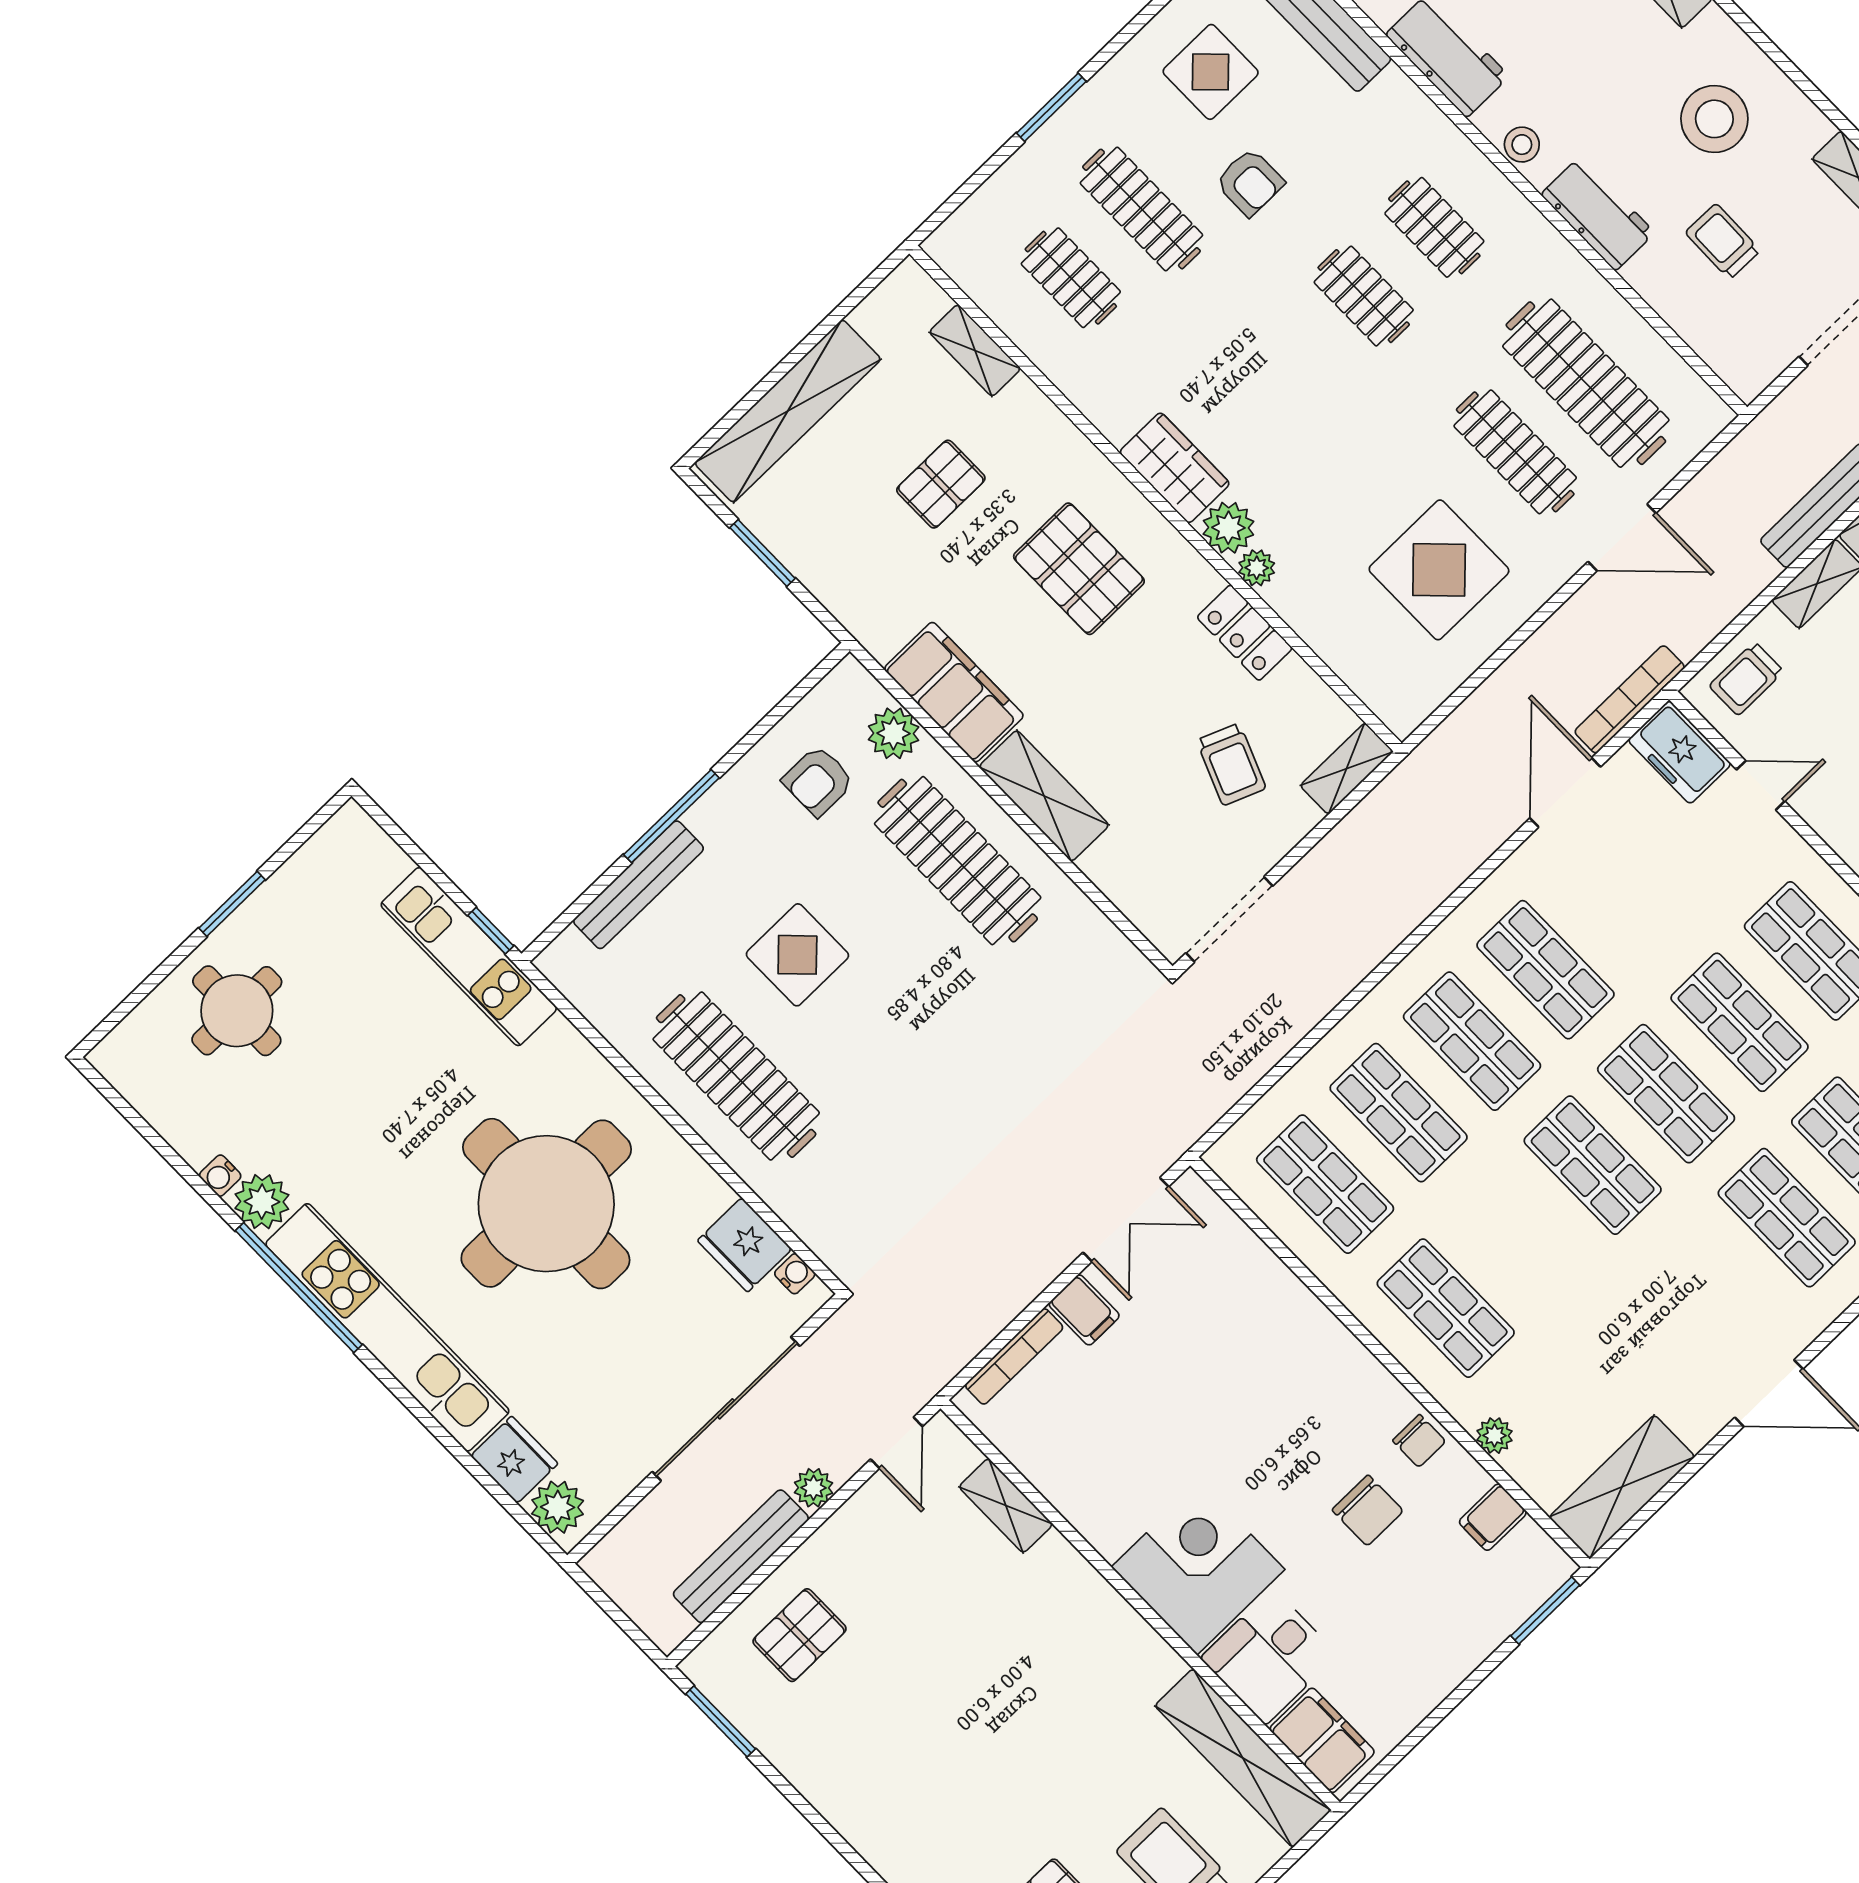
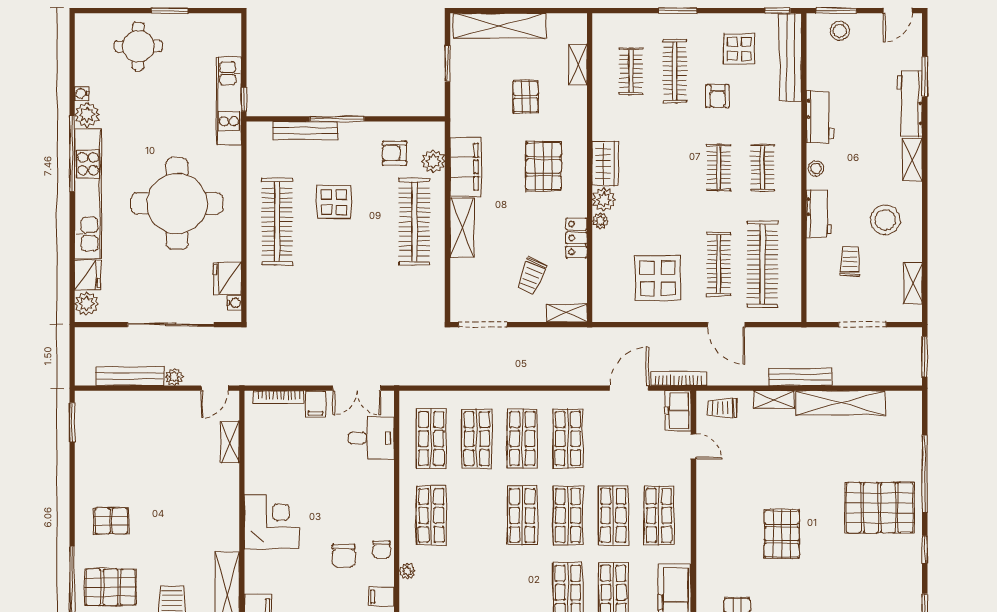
pallet: (941, 484) -> (526, 97), turned 90
pallet: (800, 1635) -> (111, 521), moved
desk: (1269, 1656) -> (371, 438), moved, turned 180

